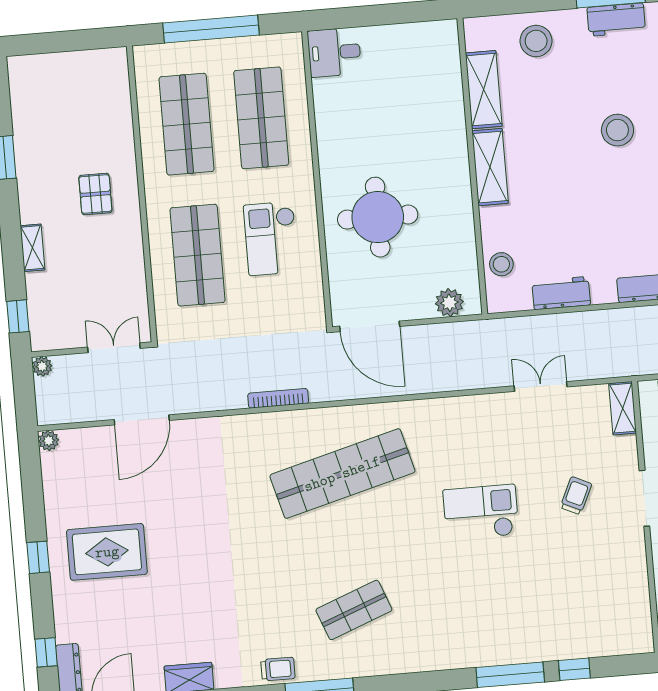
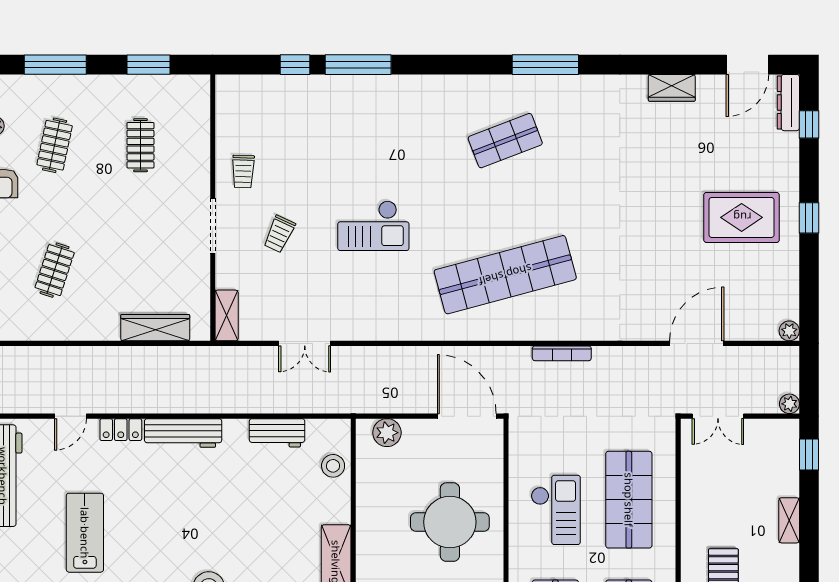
trolley: (278, 669) -> (243, 171), moved, turned -88

